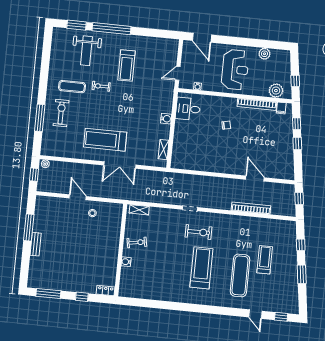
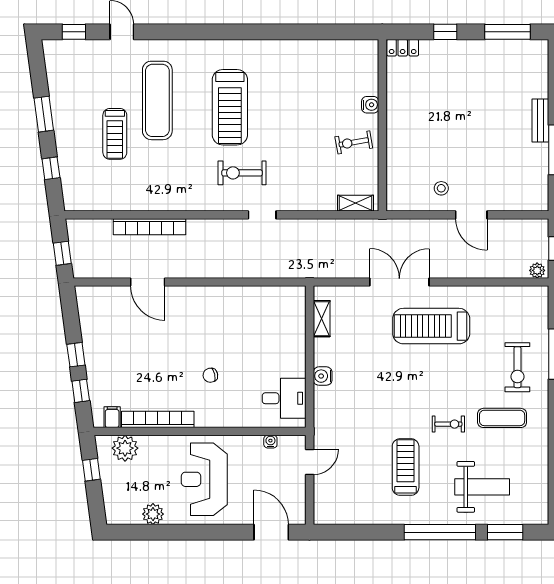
weight bench: (86, 51) -> (482, 487), turned 90
treadmill: (105, 140) -> (431, 326), turned 180

